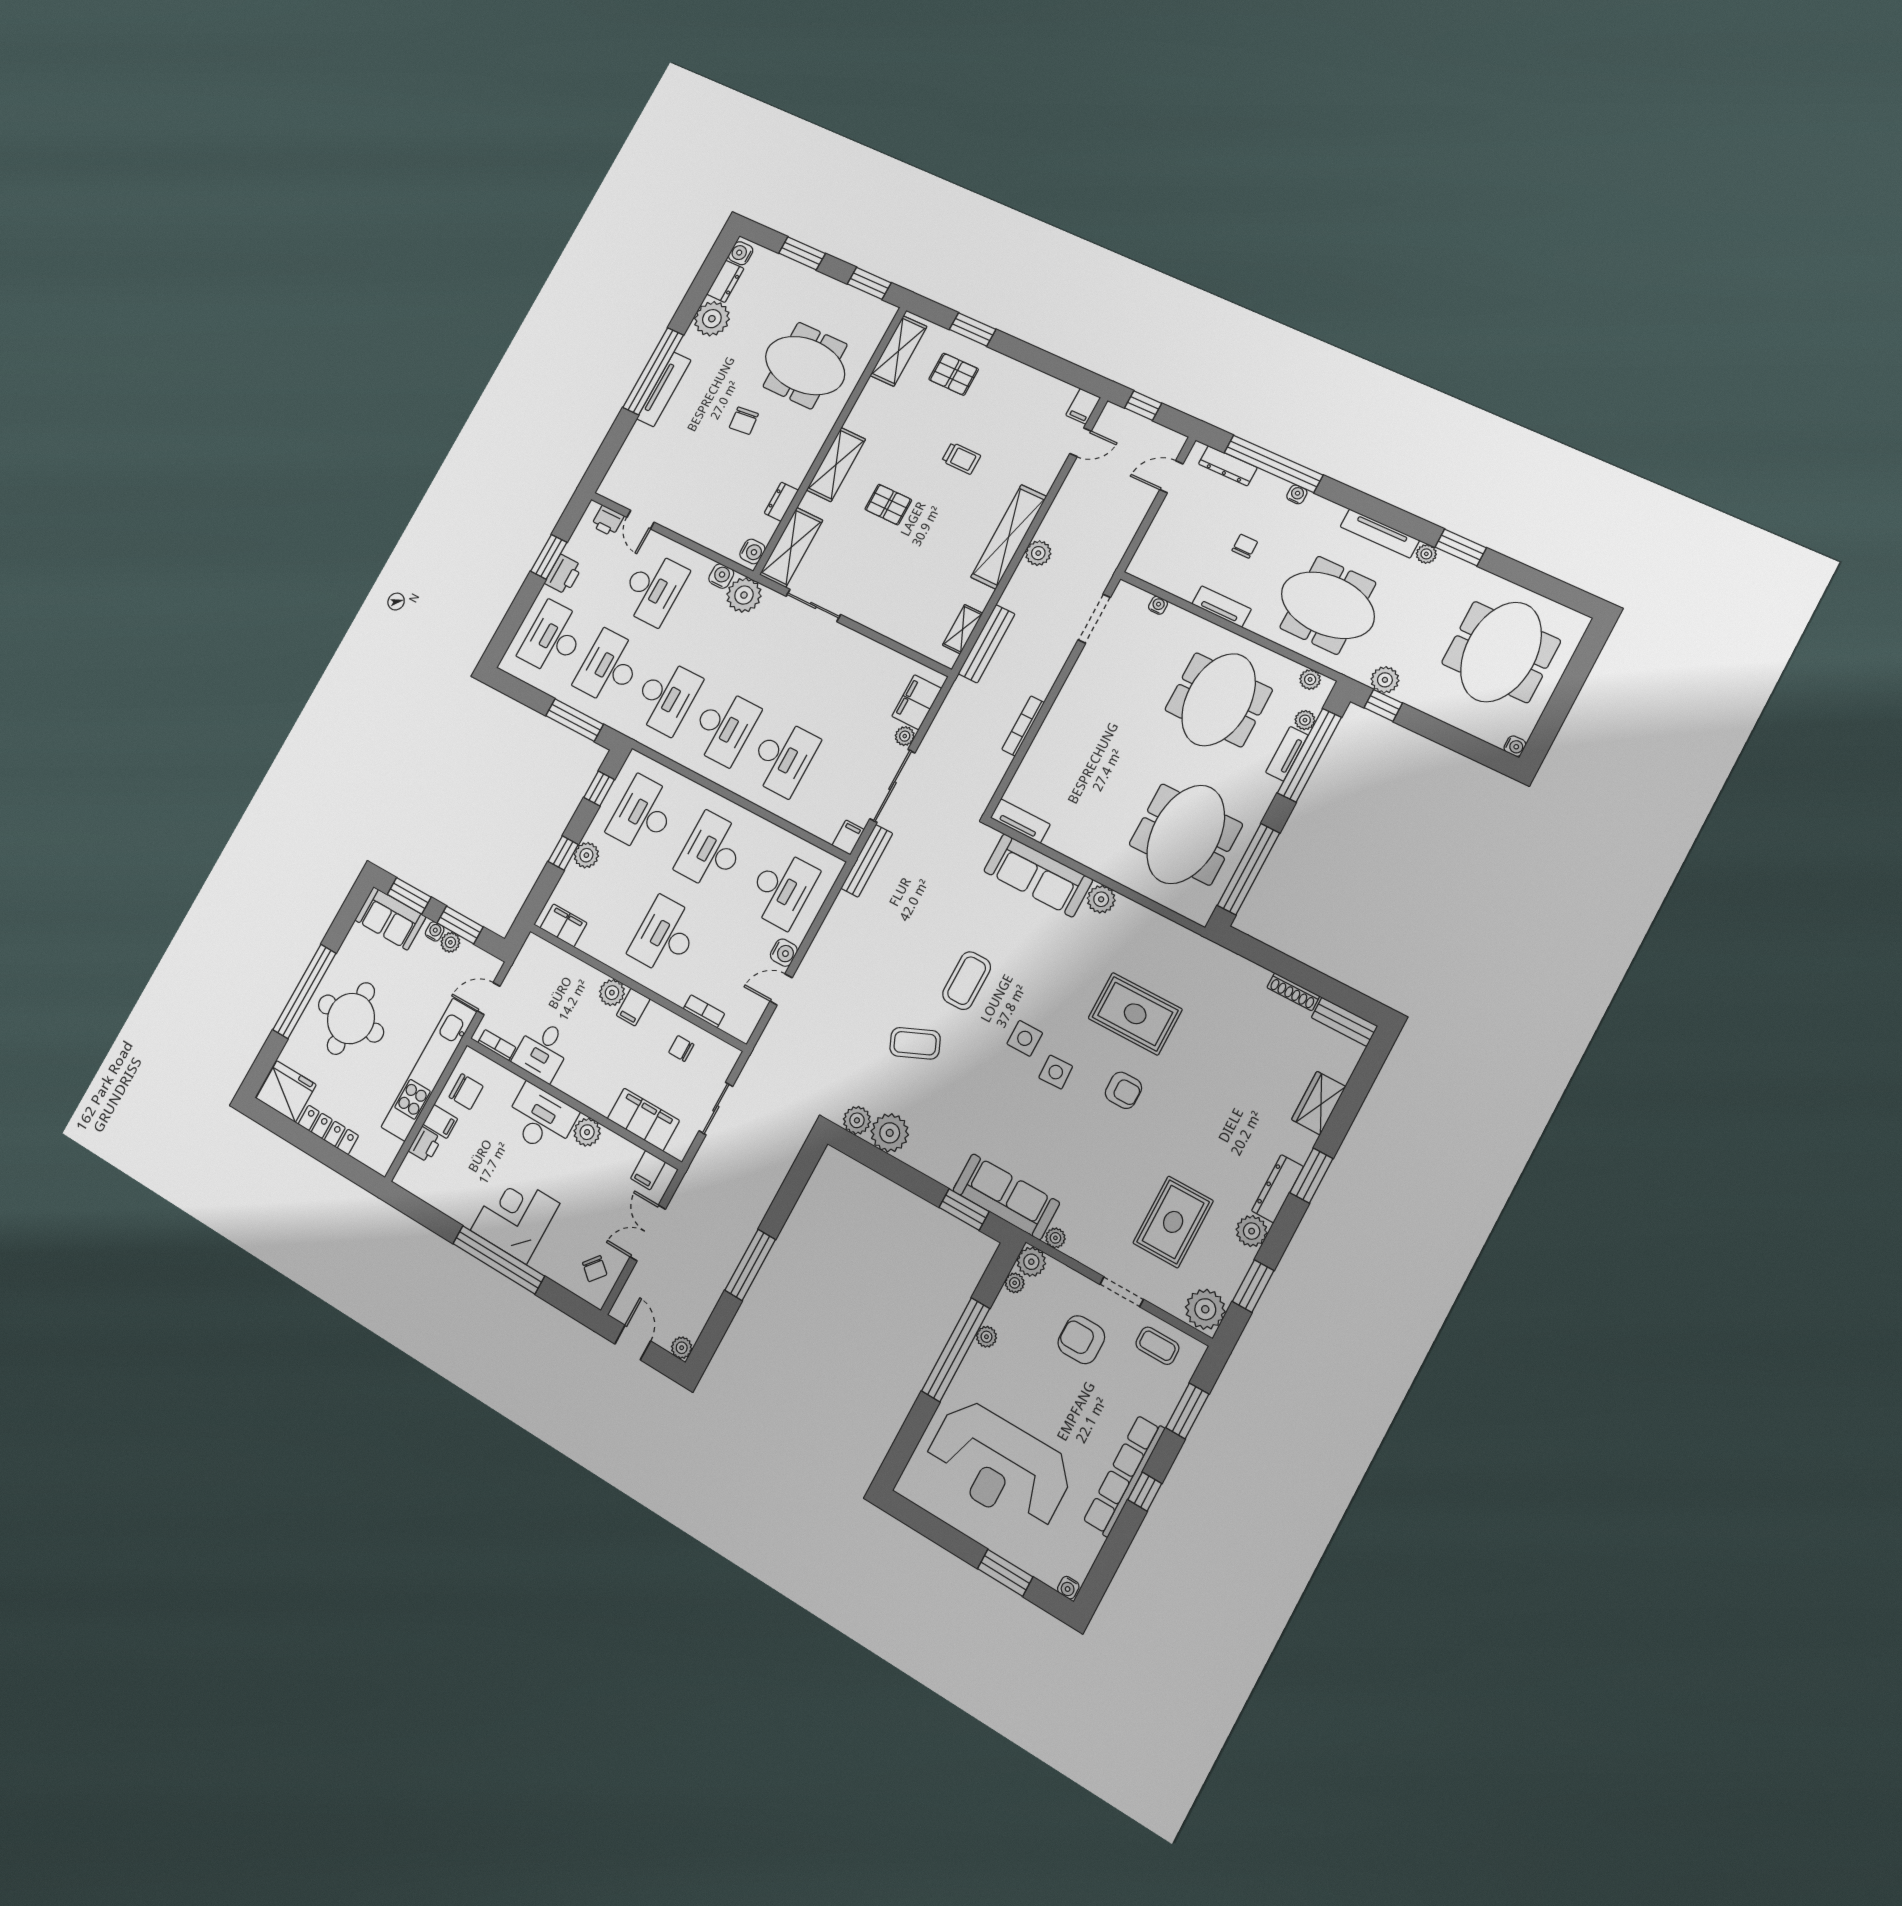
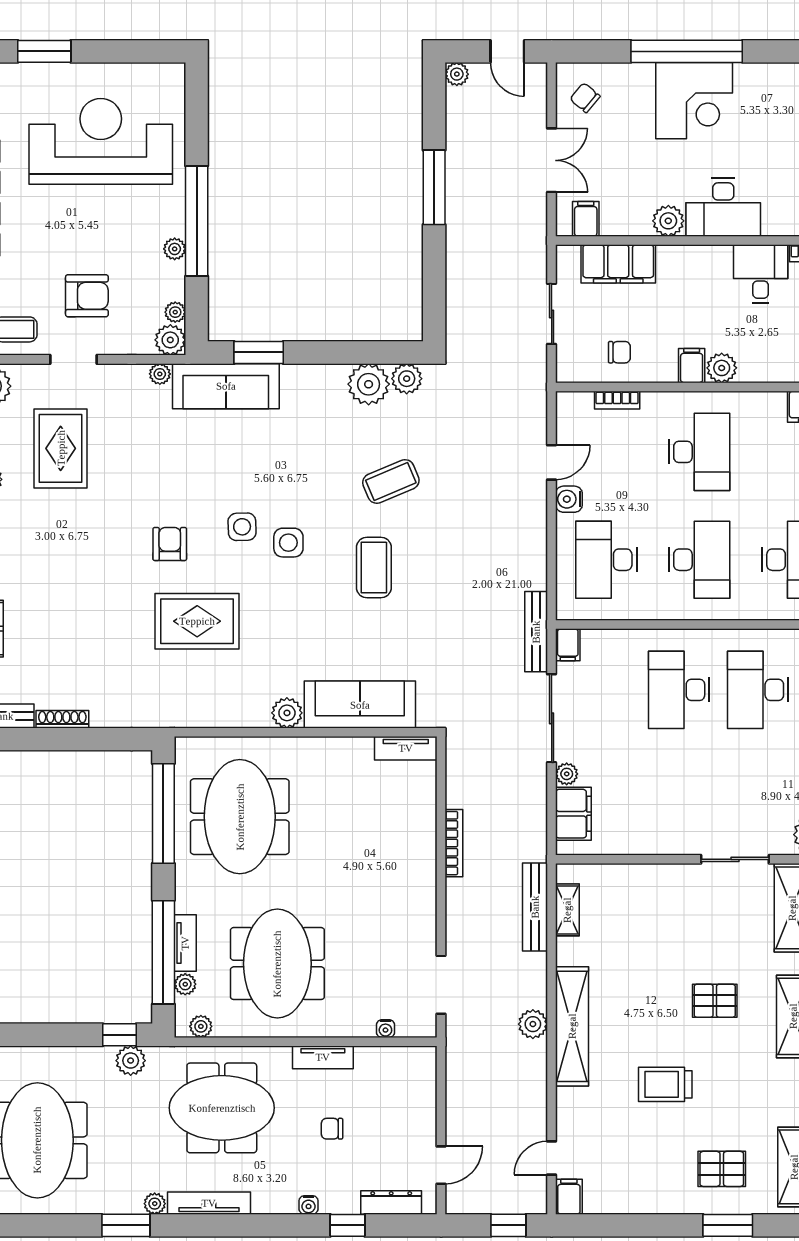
trolley: (961, 458) -> (665, 1084), width x1.36, depth x1.39
window: (1273, 464) -> (347, 1225), width x0.32
chair: (1245, 546) -> (332, 1129), turned 90
armchair: (1123, 1090) -> (170, 544), turned 90

